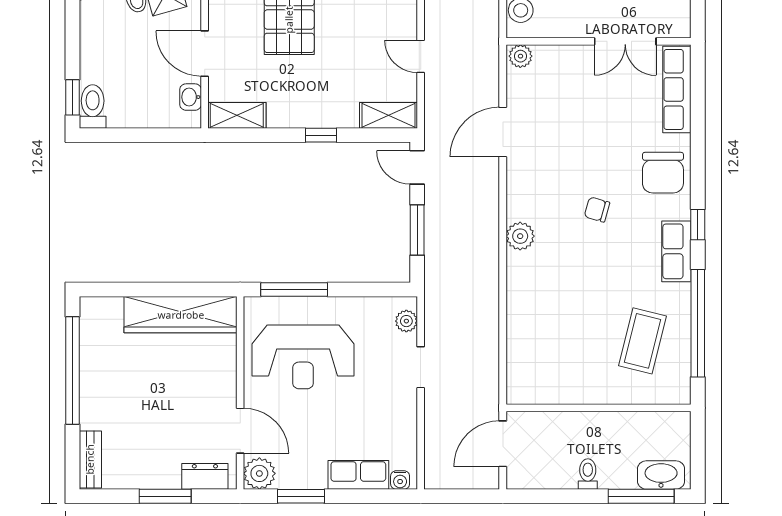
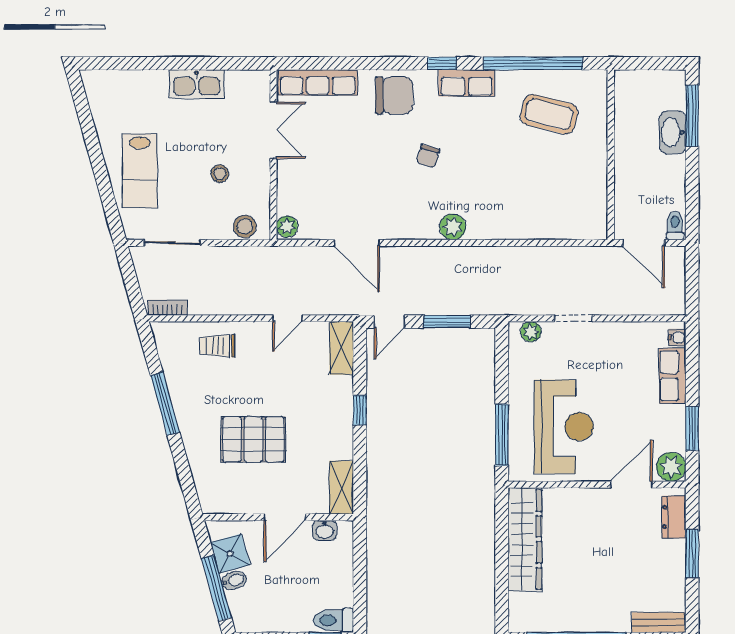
toilet: (588, 474) -> (675, 226), moved, turned 90
washbasin: (661, 475) -> (673, 132), moved

